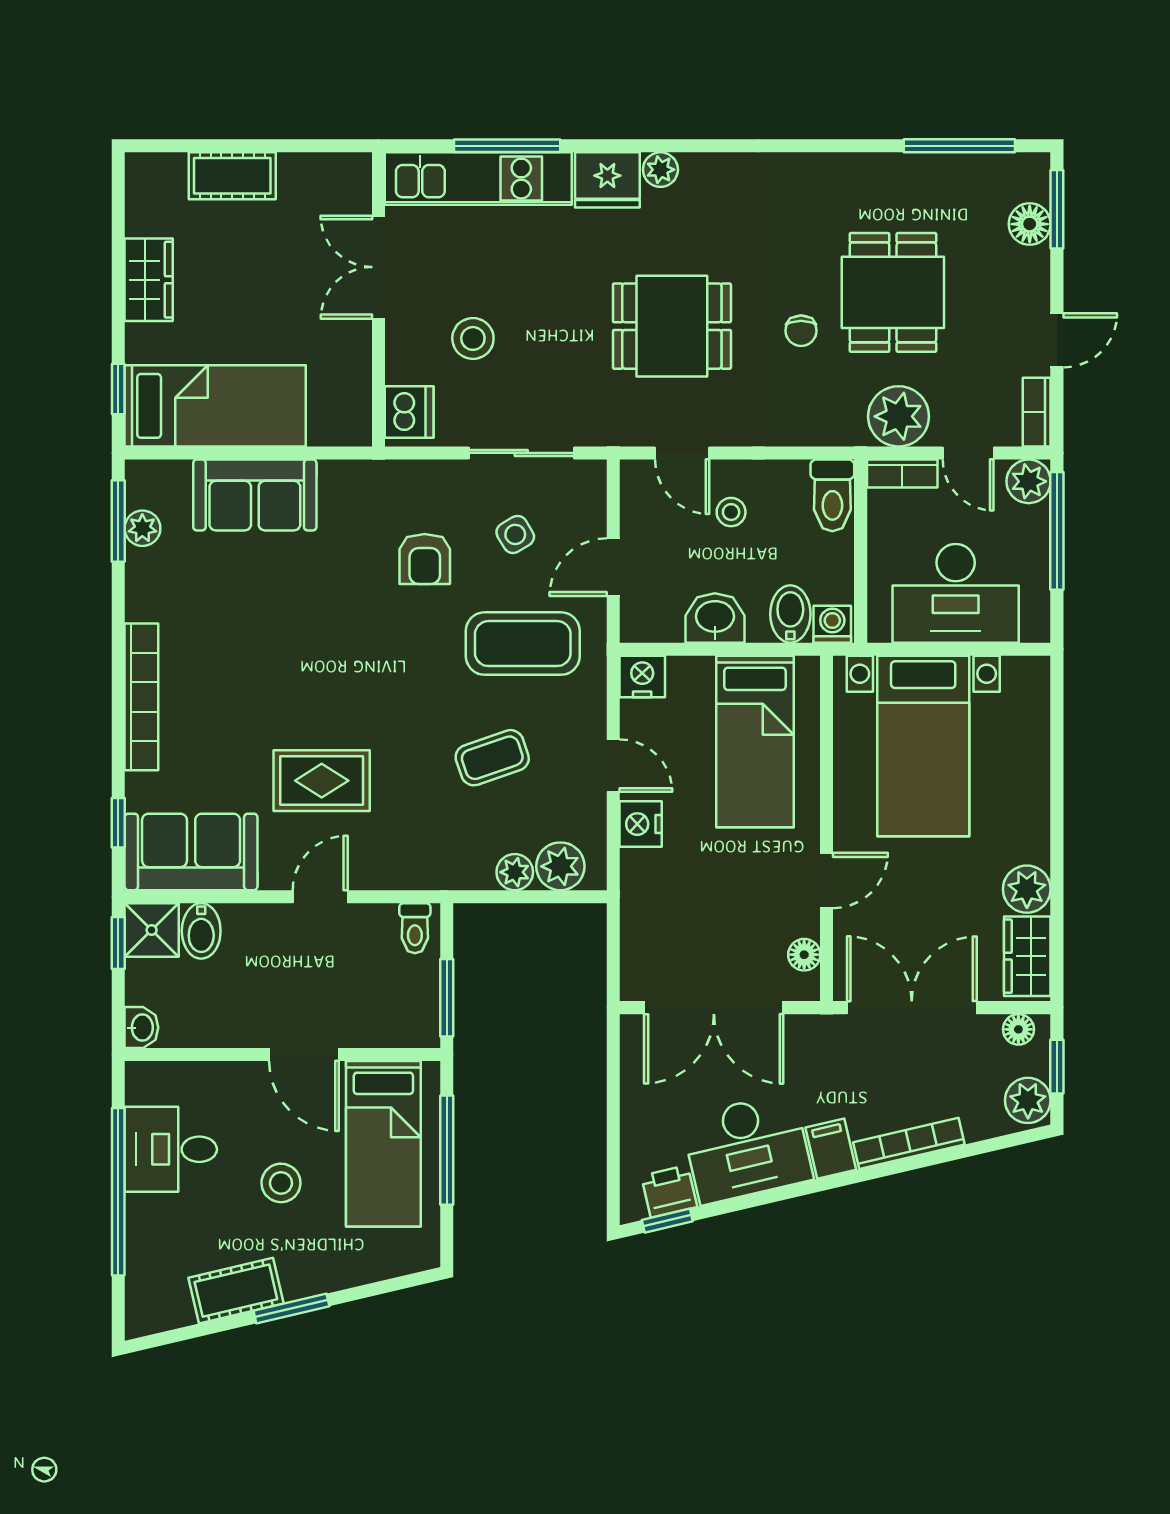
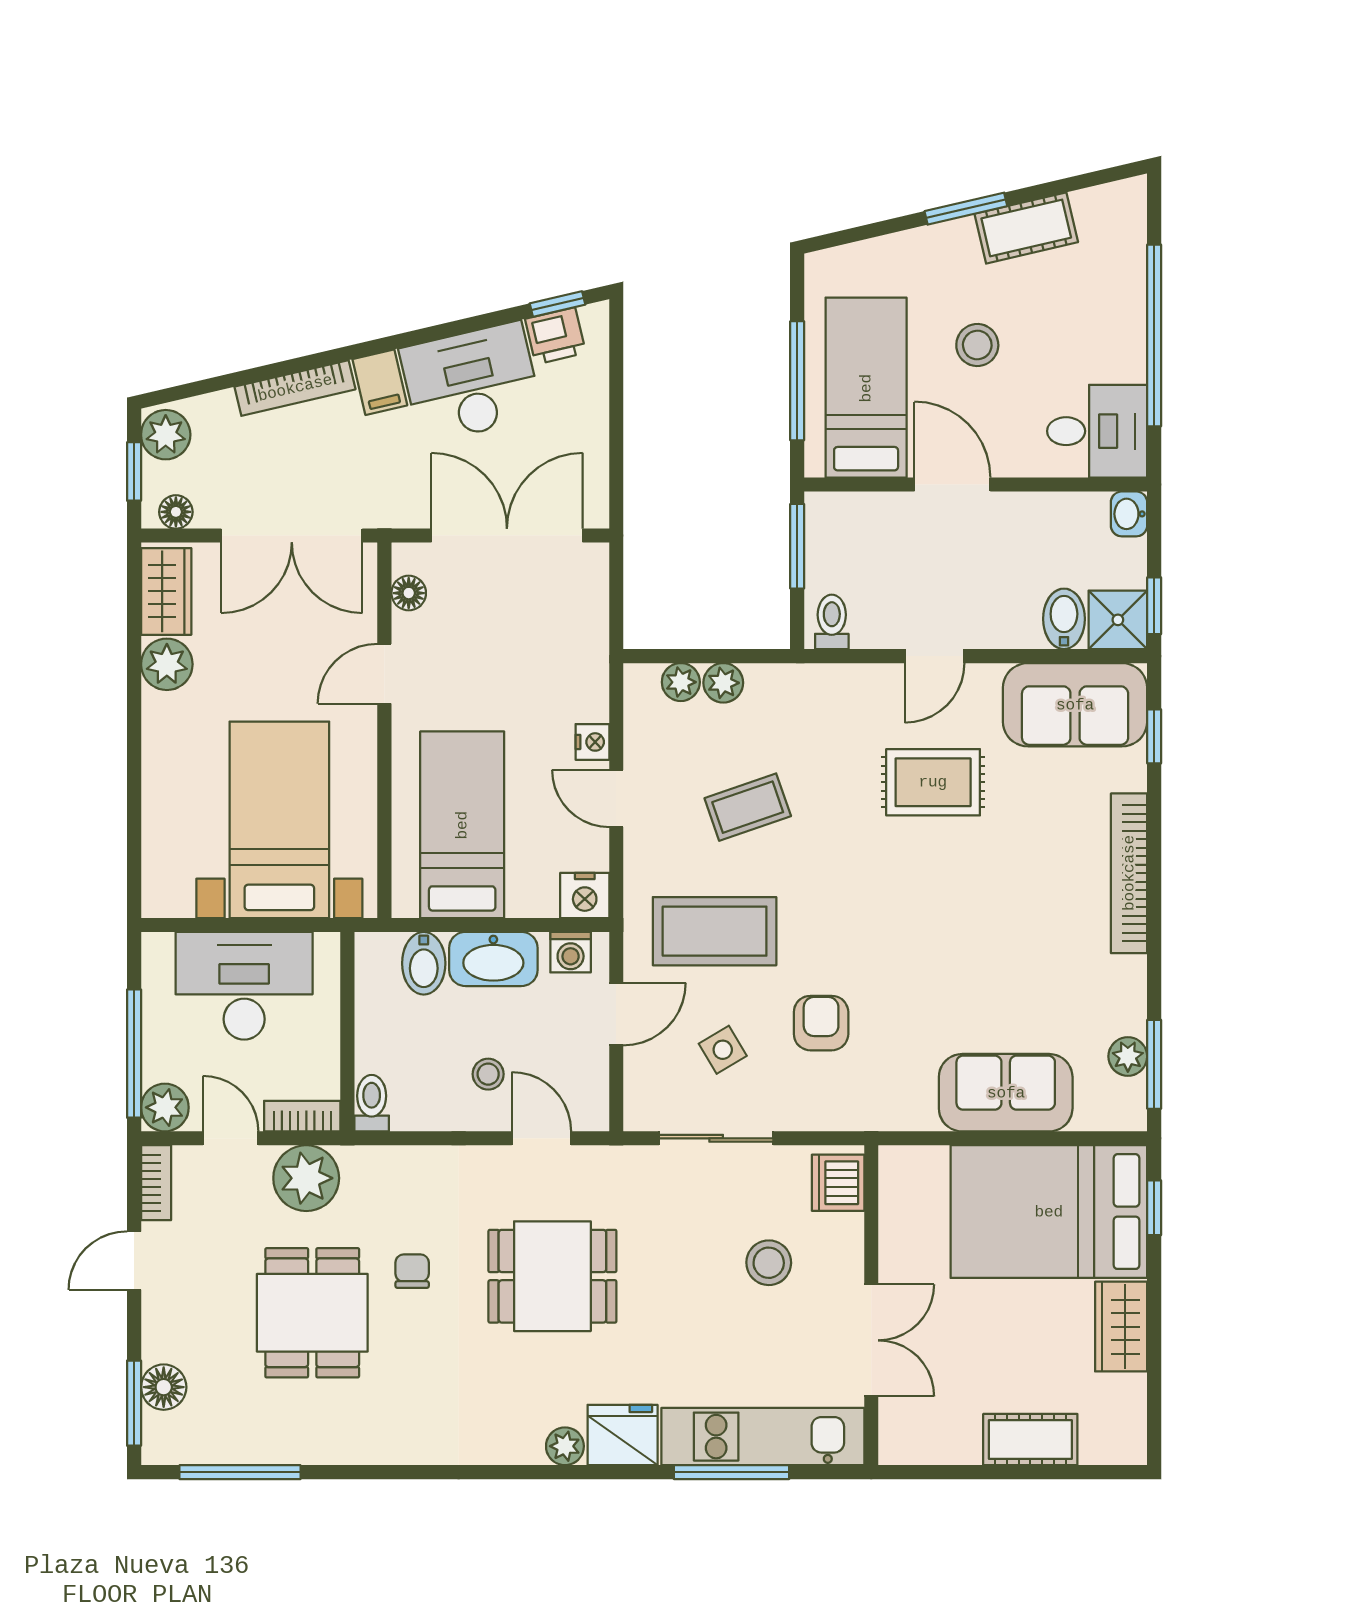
bed: (215, 406) -> (1049, 1212), width x1.50
toilet: (832, 495) -> (372, 1103), width x0.73, depth x0.72
washbasin: (715, 618) -> (493, 959), width x1.38
washing machine: (832, 624) -> (571, 952), moved
nightstand: (641, 824) -> (592, 742), width x0.72, depth x0.74
plant: (560, 866) -> (681, 682), width x0.73, depth x0.73
desk: (171, 1149) -> (1097, 431), moved

